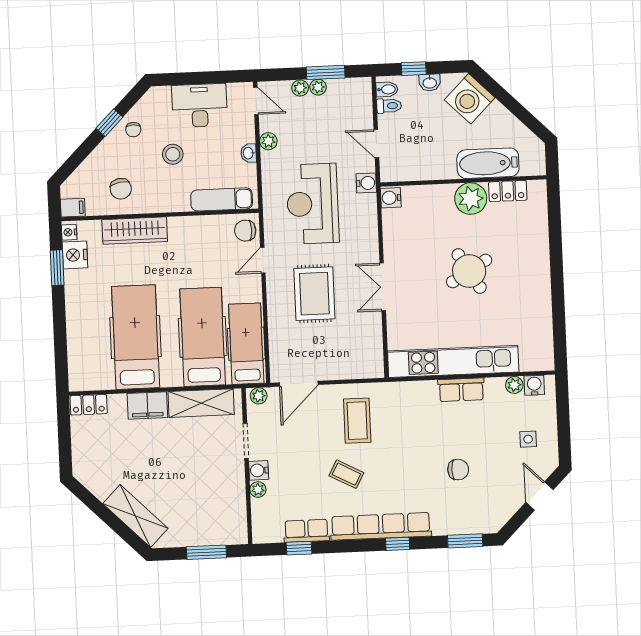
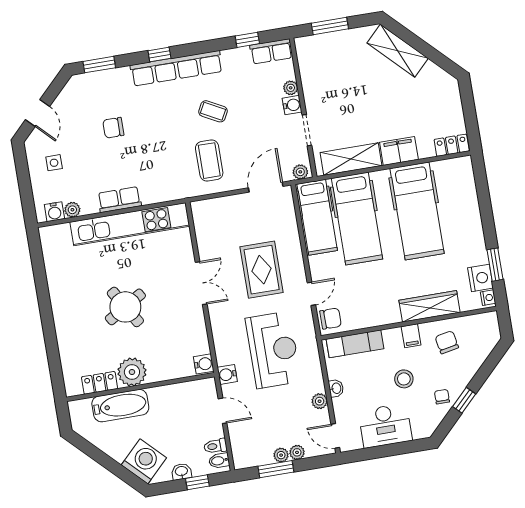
filing cabinet: (73, 208) -> (411, 336), moved, turned -90
row of seats: (306, 531) -> (271, 51), moved

